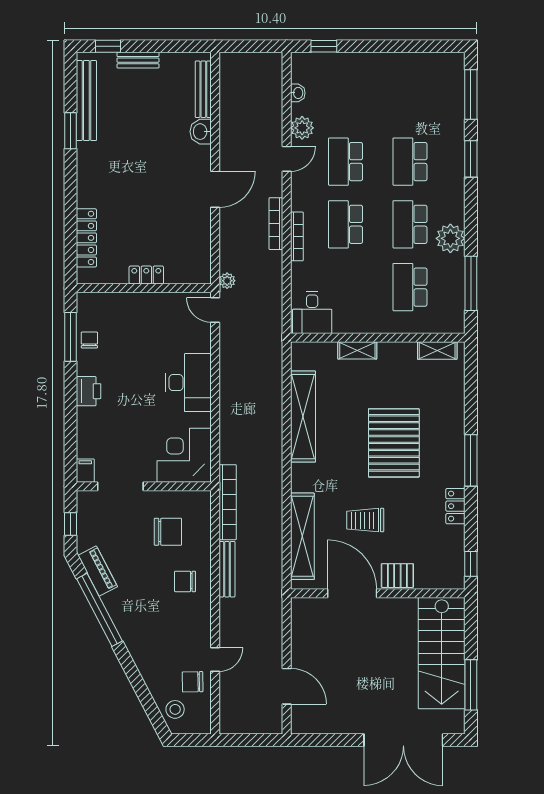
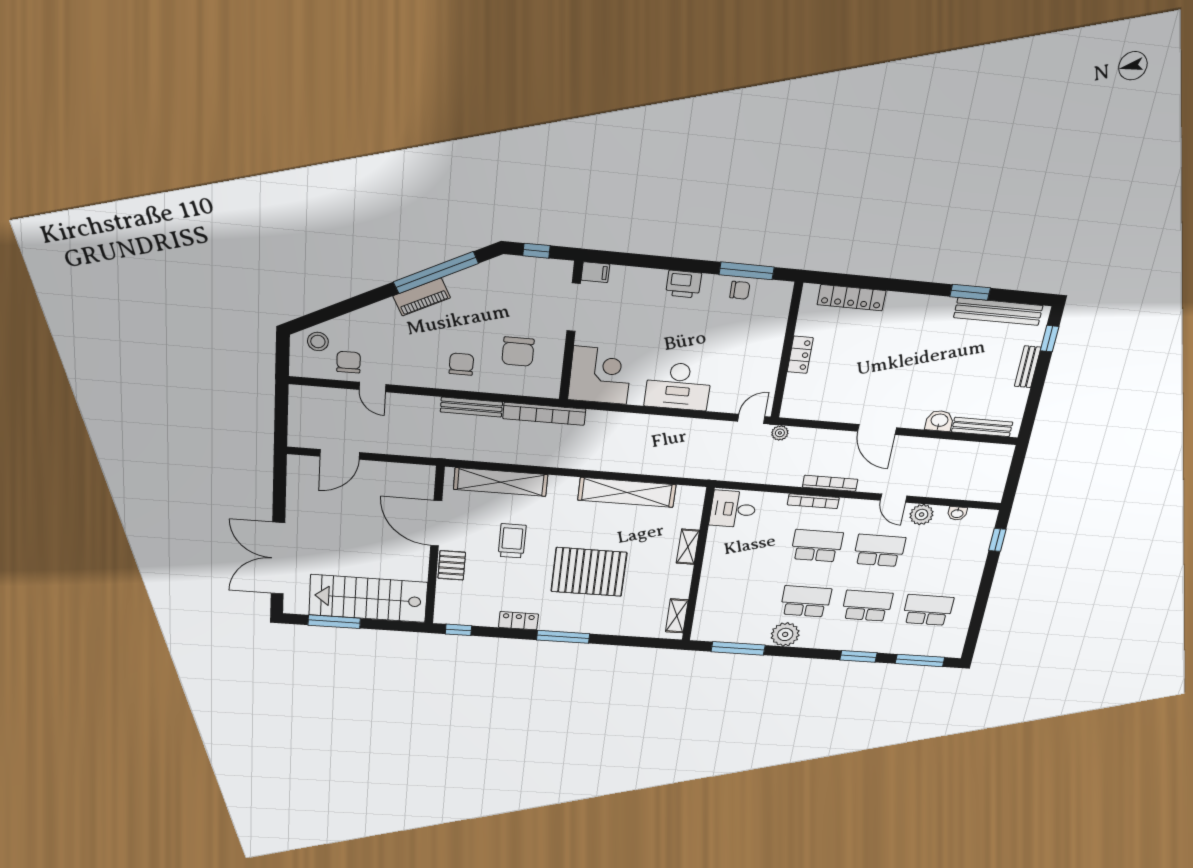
school desk: (410, 287) -> (928, 610), moved
piano: (98, 571) -> (422, 297), moved
door: (352, 593) -> (436, 523), swing flipped

